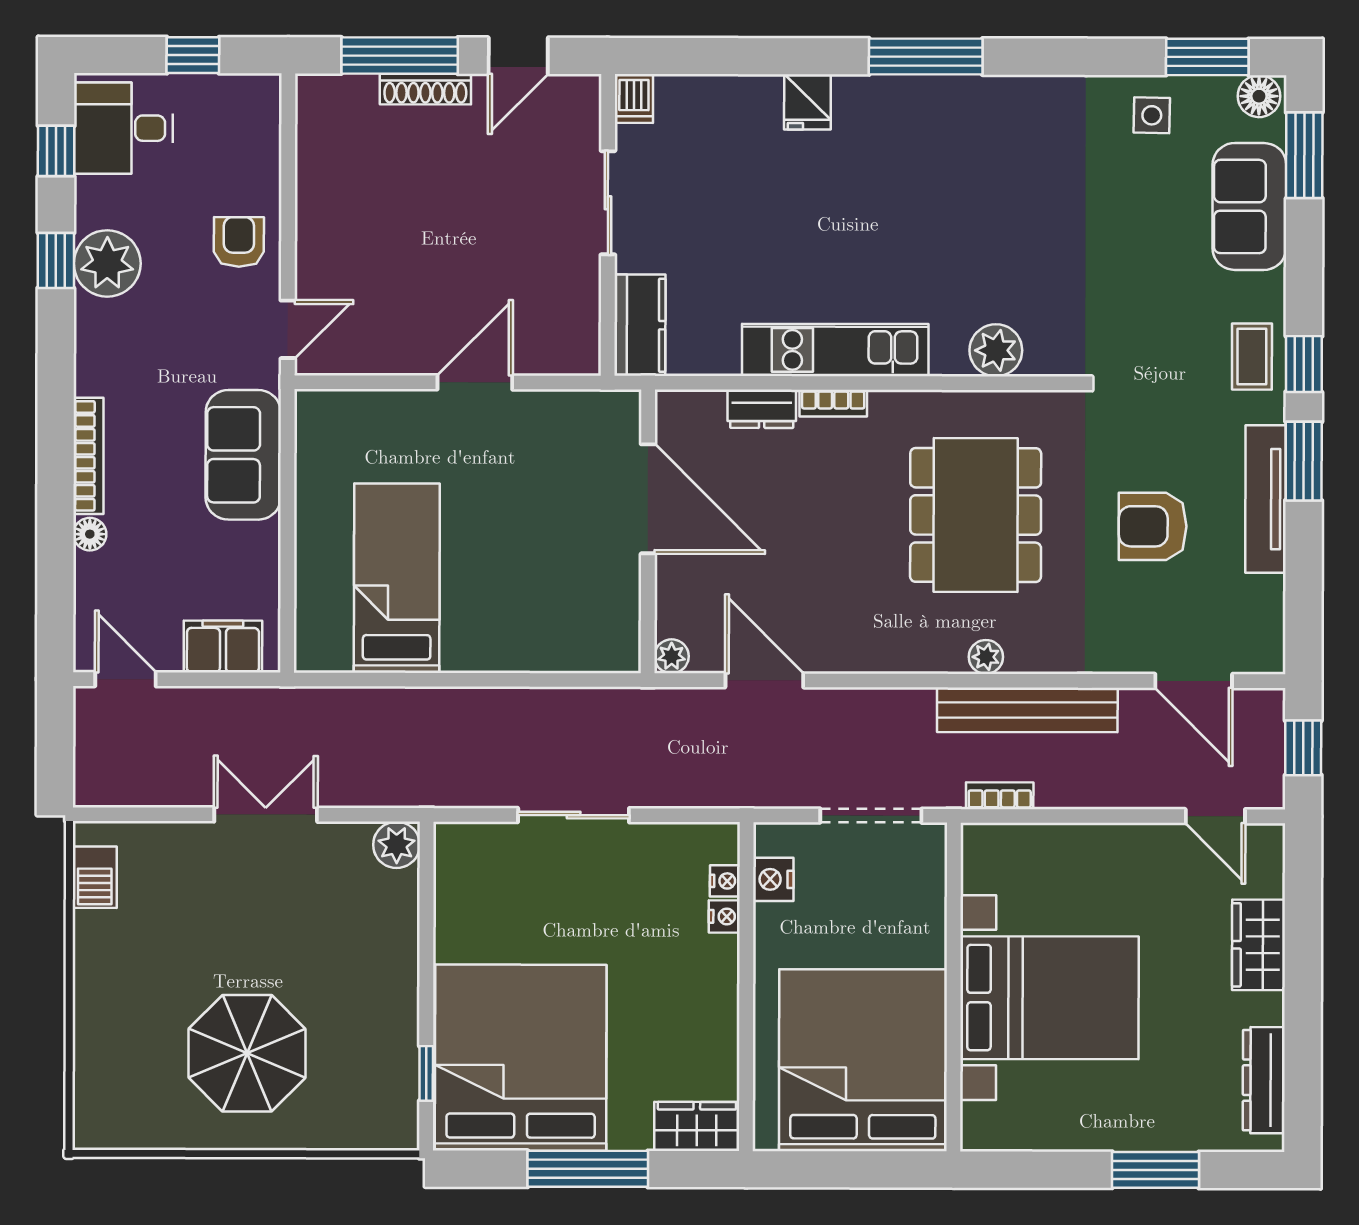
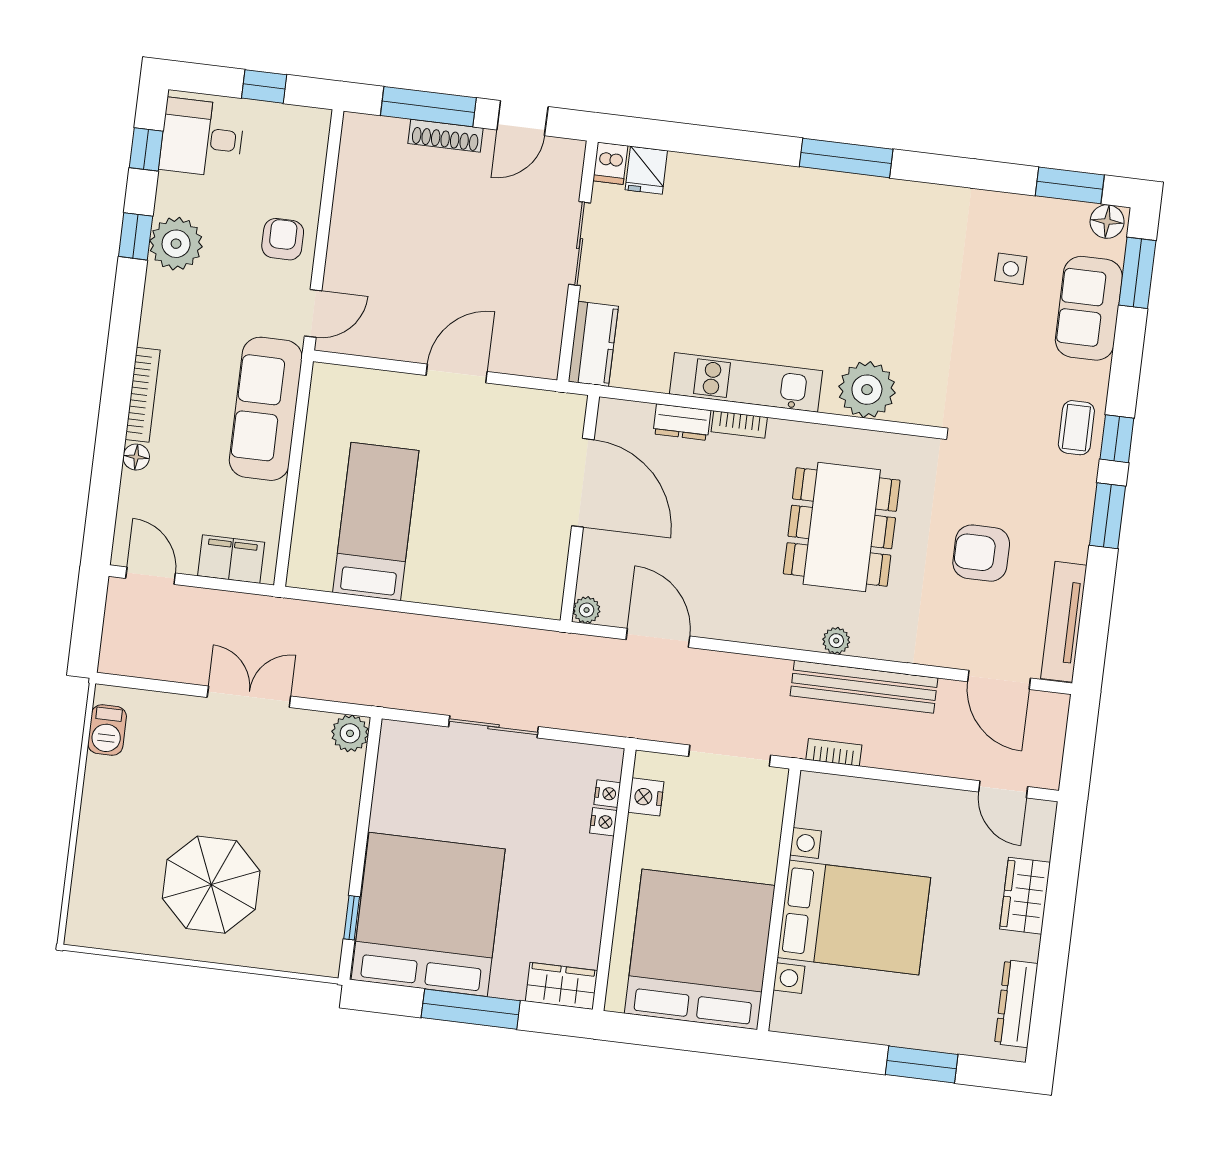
fridge: (807, 102) -> (646, 170), moved
side table: (1152, 115) -> (1011, 269), moved
plant: (996, 350) -> (867, 390), width x1.36, depth x1.36
sofa: (243, 455) -> (266, 409), width x1.36
tv unit: (1266, 499) -> (1064, 622), moved
window: (1303, 748) -> (1080, 743), removed

